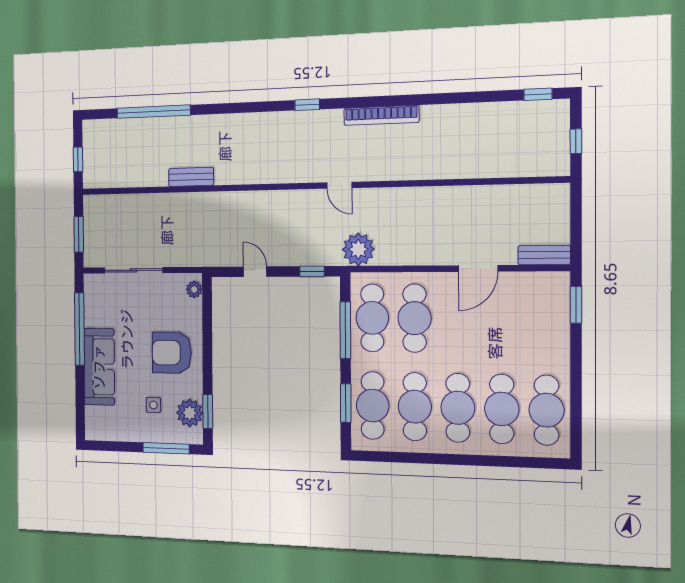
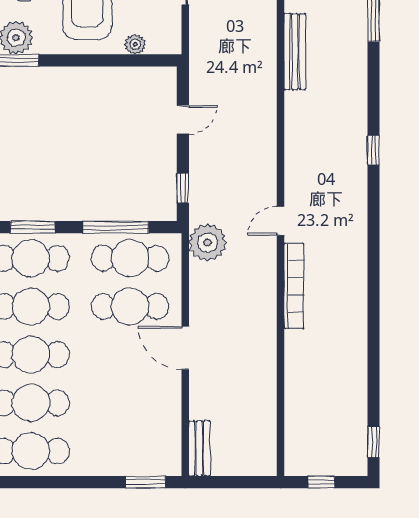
window: (307, 105) -> (373, 150), moved
bookcase: (381, 115) -> (294, 286), moved, turned 180
bench: (191, 177) -> (295, 52), width x1.36
door: (478, 268) -> (185, 348), moved
plant: (194, 289) -> (135, 44), moved

